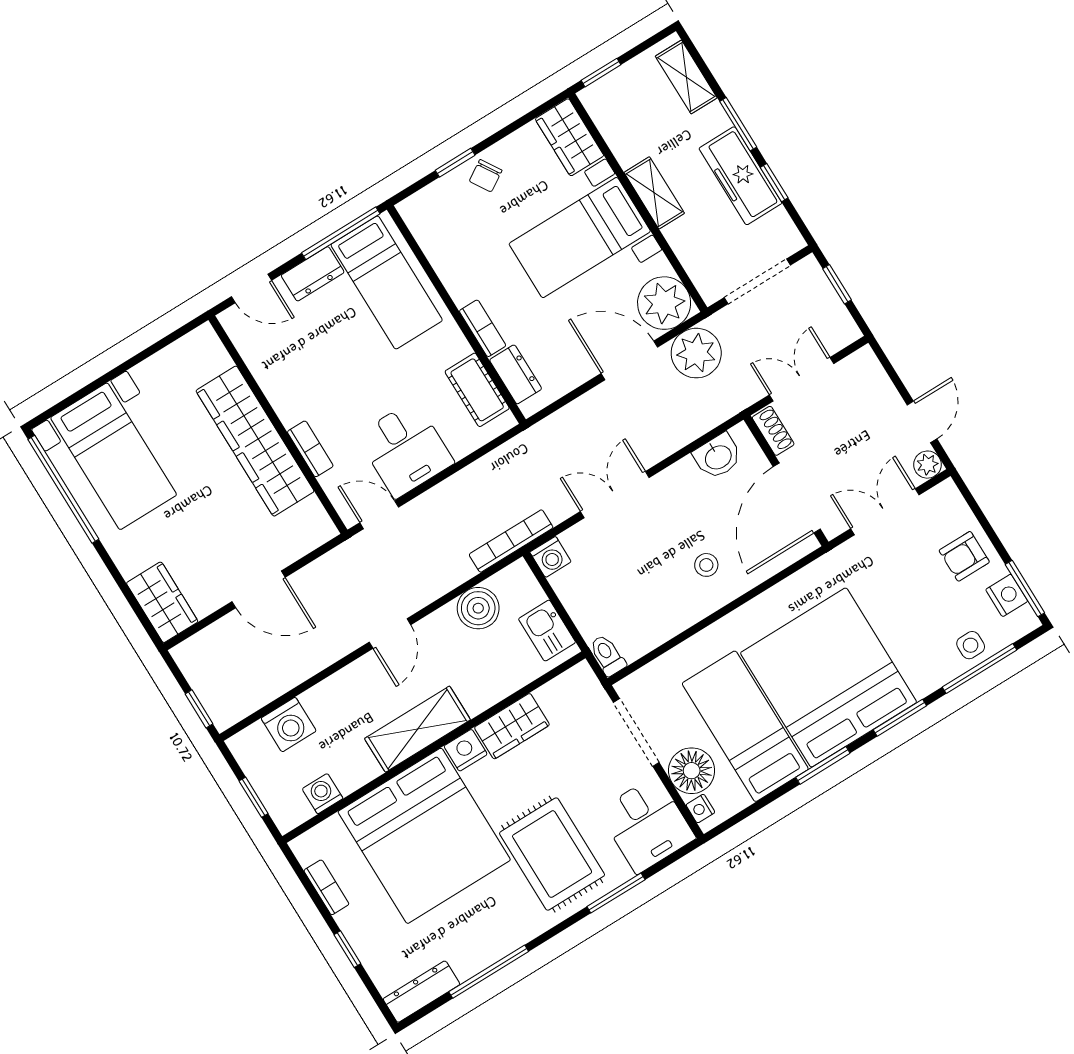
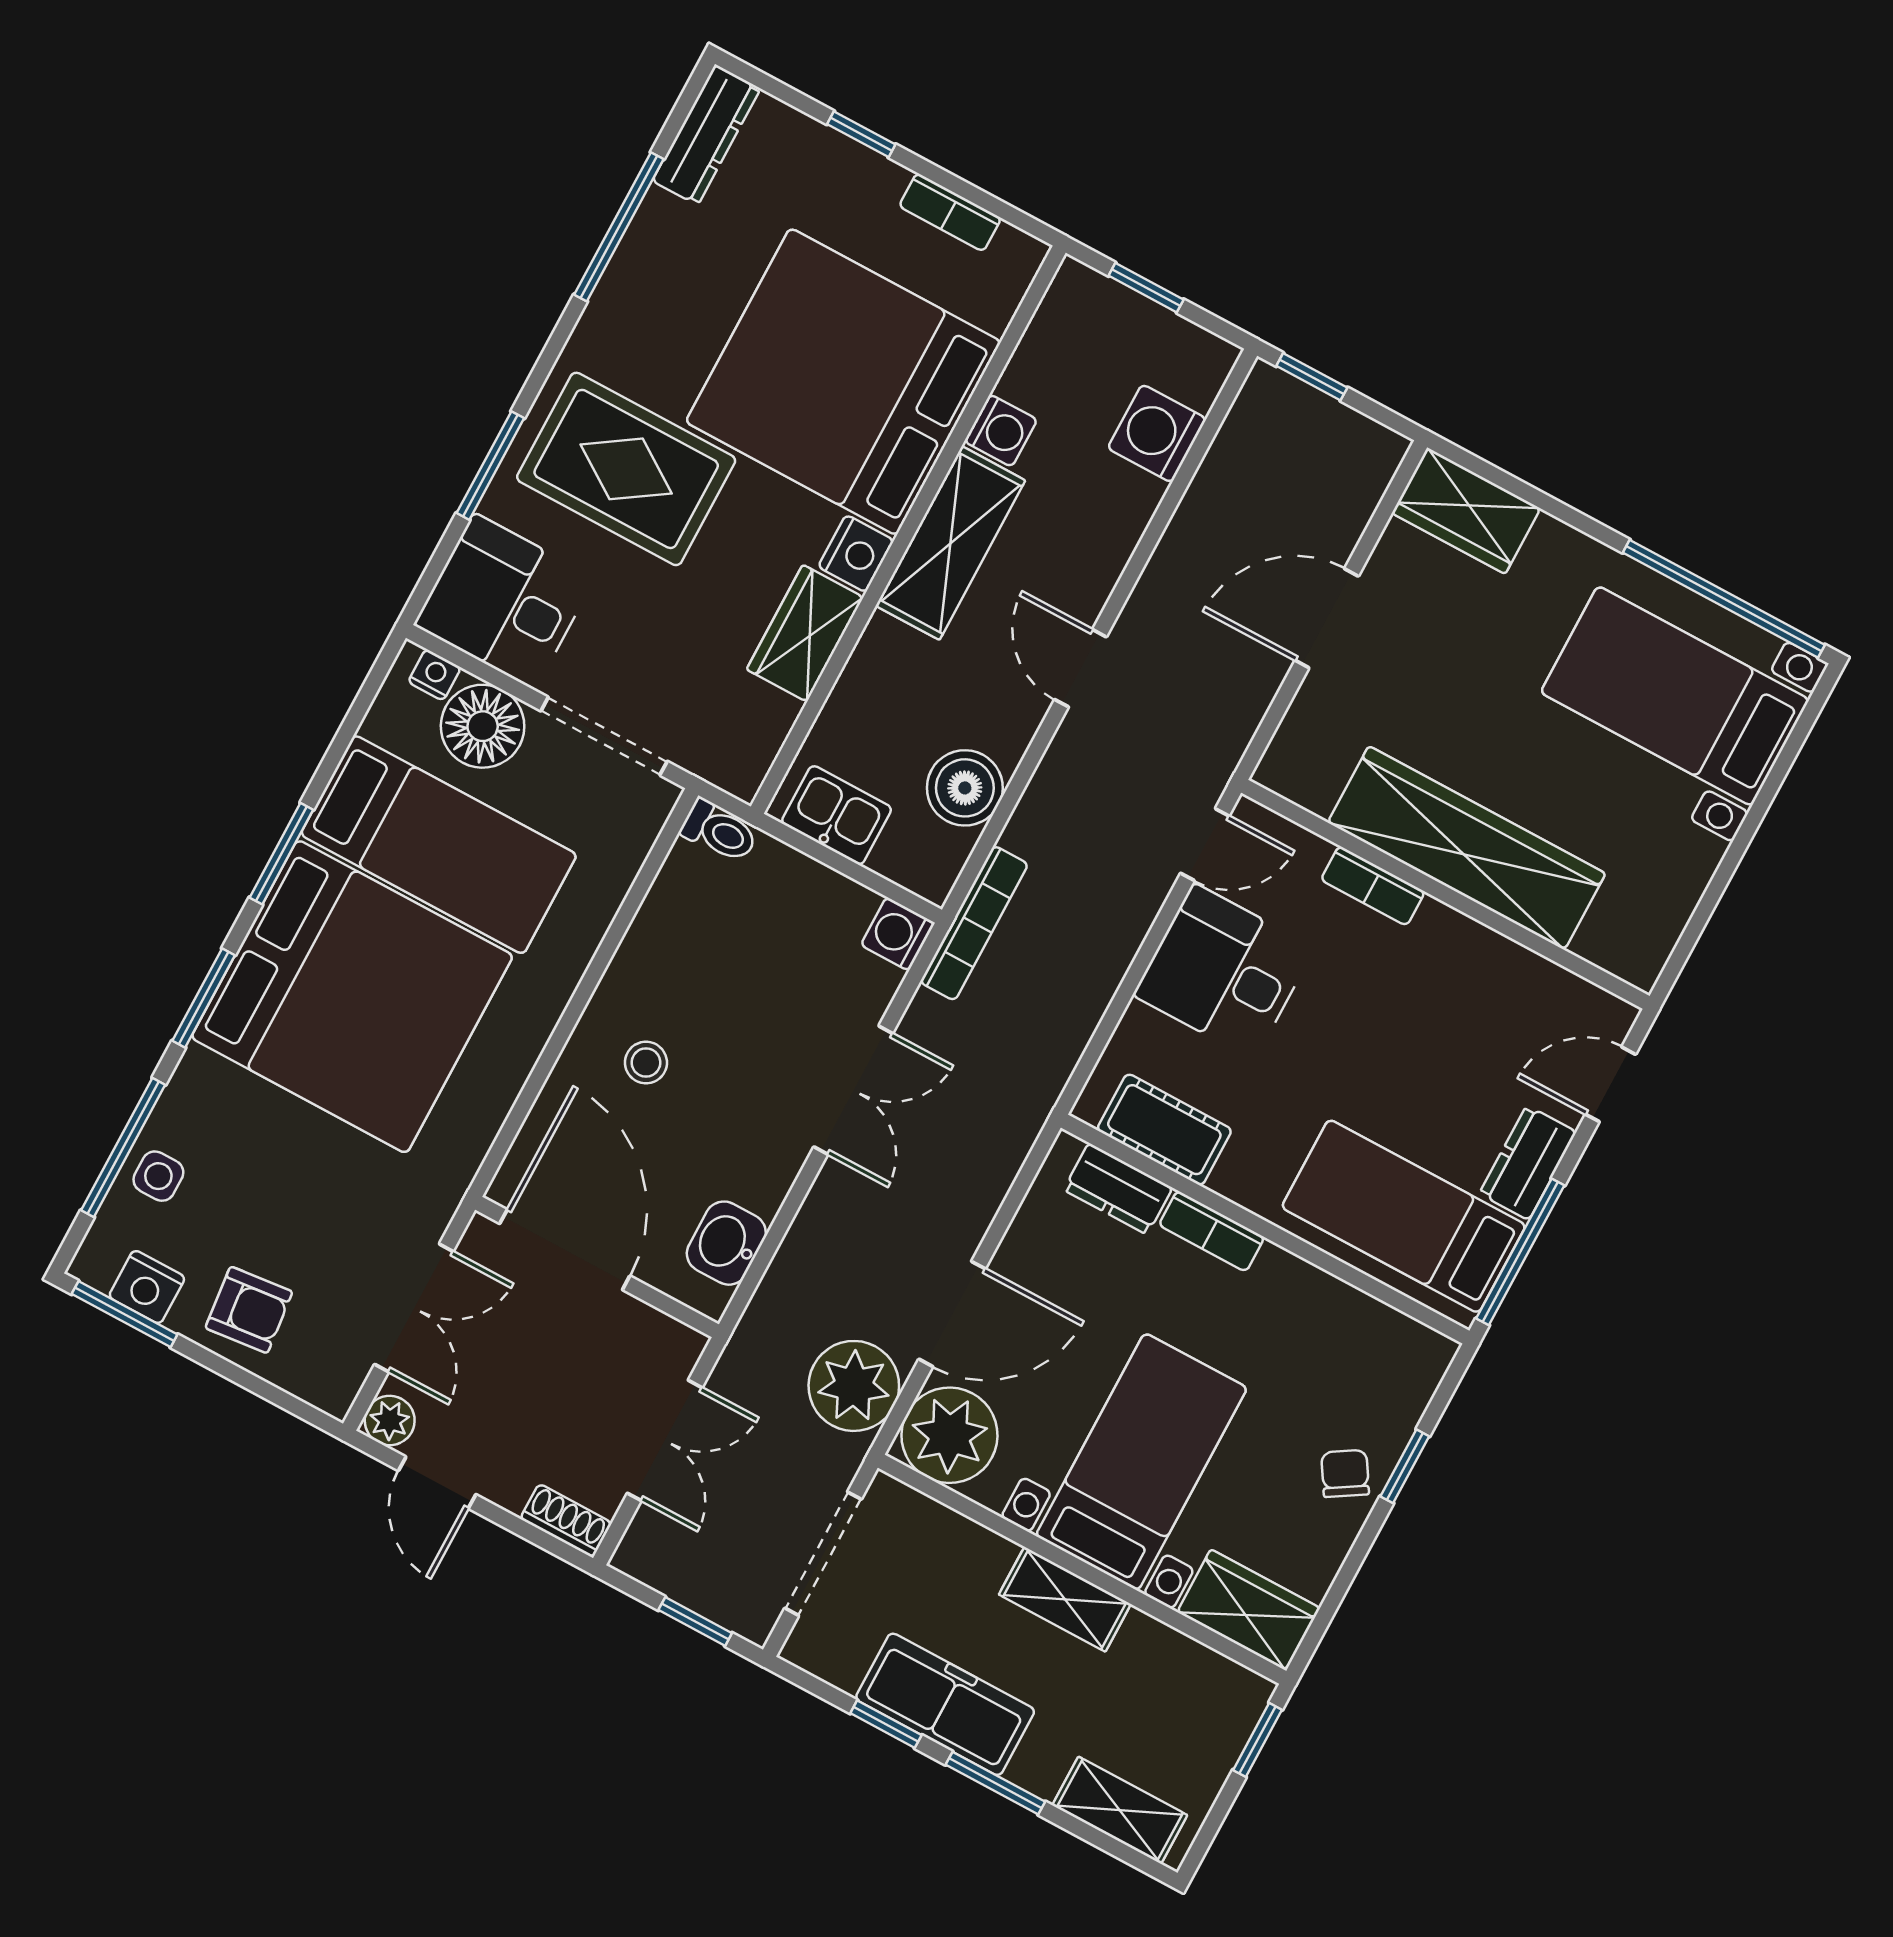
shoe rack: (773, 431) -> (566, 1521), moved, turned 180
armchair: (964, 556) -> (249, 1310), turned 84
washing machine: (323, 794) -> (1001, 431), moved

